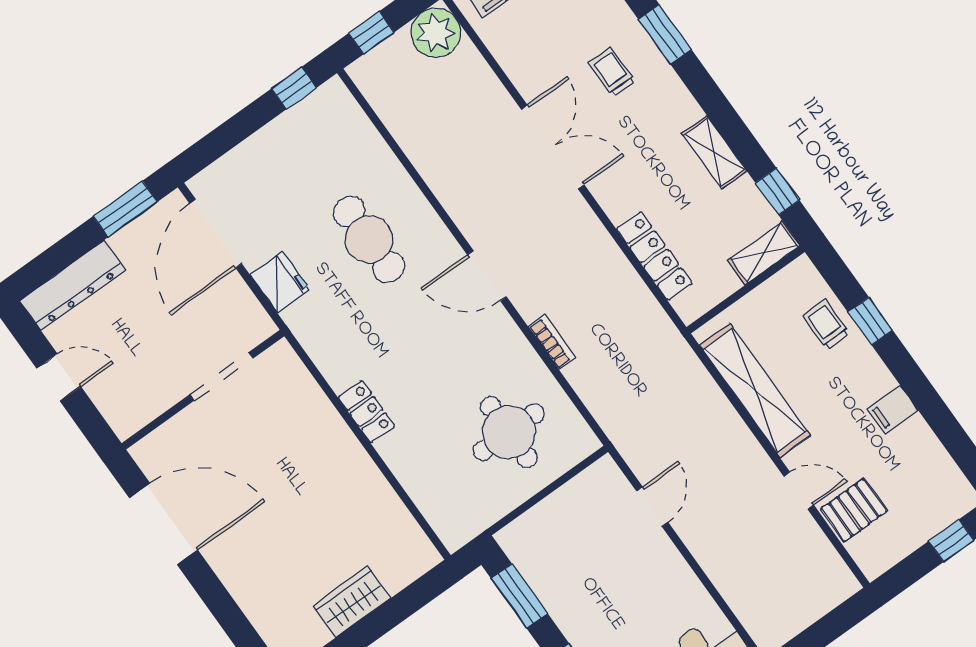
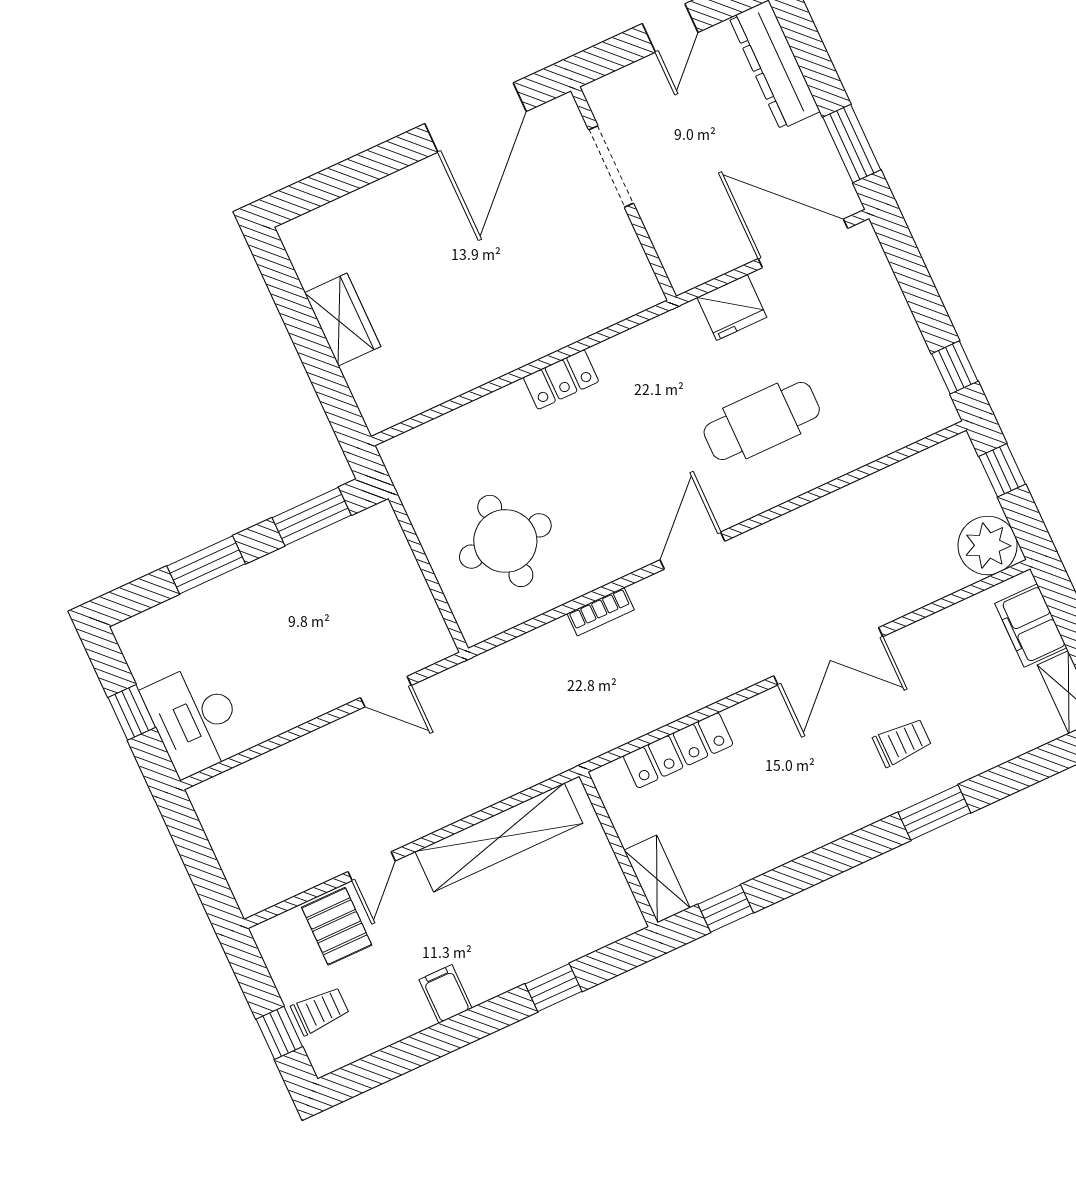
shelving: (714, 152) -> (786, 844), removed
trolley: (826, 325) -> (320, 1011), moved
doorway: (221, 377) -> (611, 167), moved

